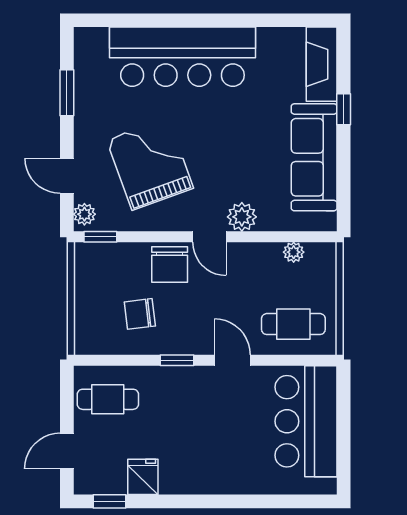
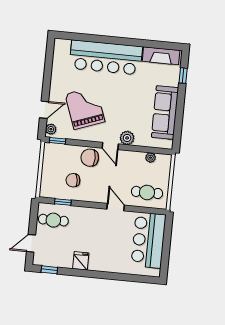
fireplace: (322, 64) -> (161, 56), moved, turned -90
window: (67, 93) -> (48, 69), removed
window: (344, 109) -> (183, 76), moved
door: (67, 176) -> (44, 110), swing flipped
chair: (170, 264) -> (90, 158), turned 90
window: (177, 360) -> (63, 202), moved
fridge: (143, 477) -> (81, 261), moved

